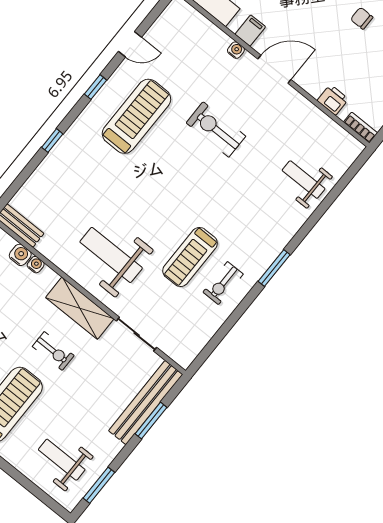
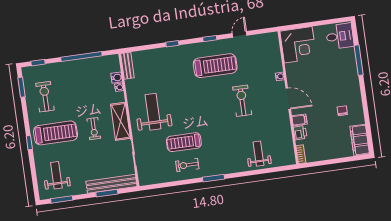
filing cabinet: (250, 31) -> (299, 120), moved
door: (130, 44) -> (240, 34), swing flipped

